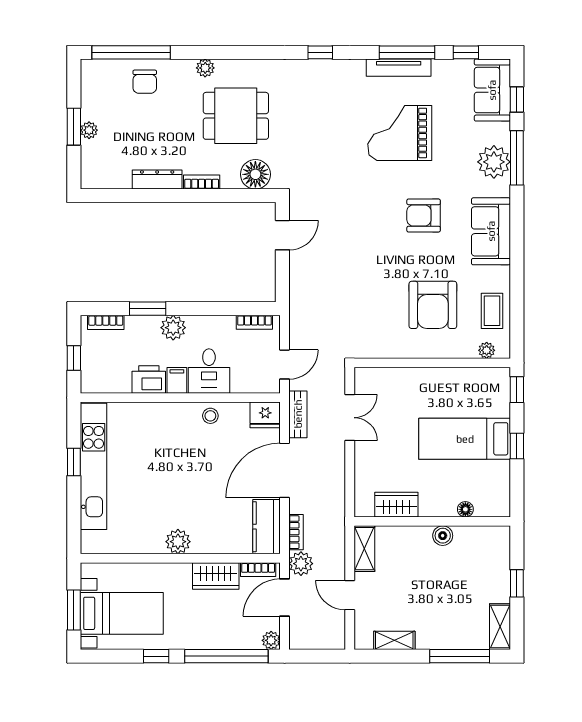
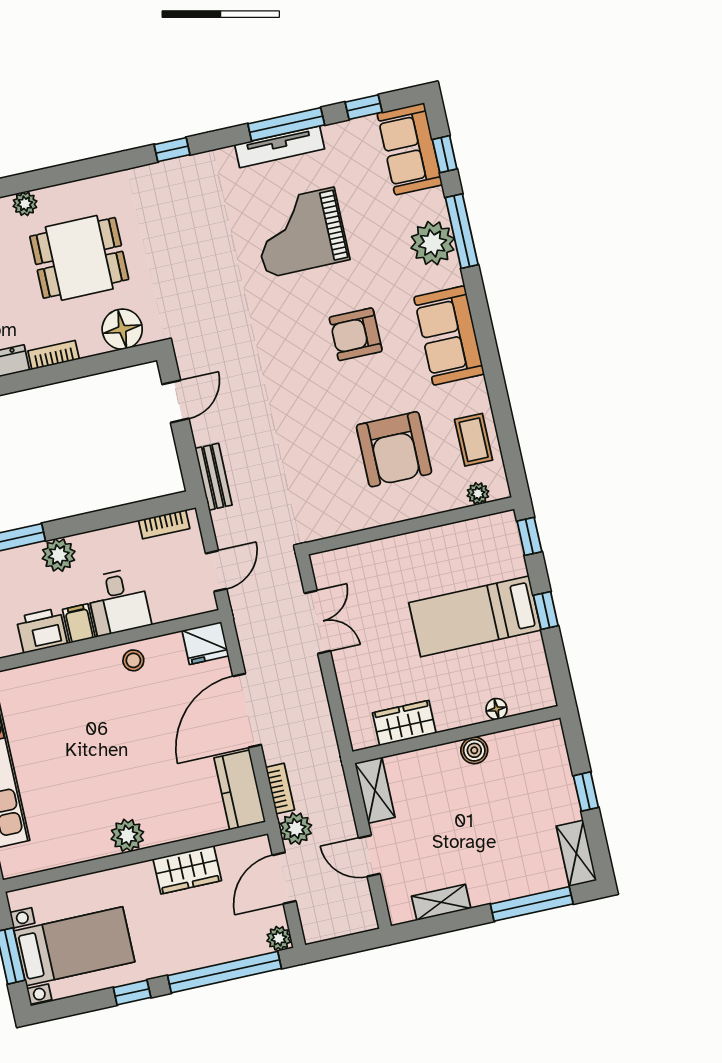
bench: (298, 414) -> (214, 477), moved
bookcase: (258, 570) -> (241, 849), removed

